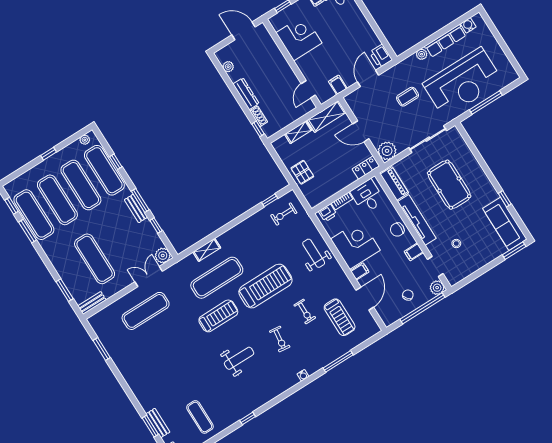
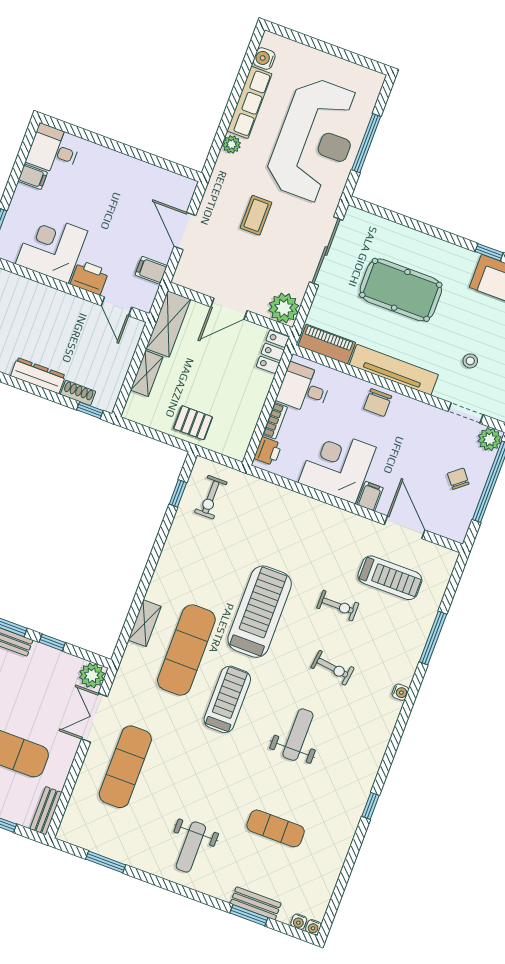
printer: (381, 56) -> (90, 278), moved, turned 180
filing cabinet: (414, 252) -> (422, 415), removed
weight bench: (314, 253) -> (191, 847), moved, turned -90
exercise mat: (200, 417) -> (276, 828), moved

